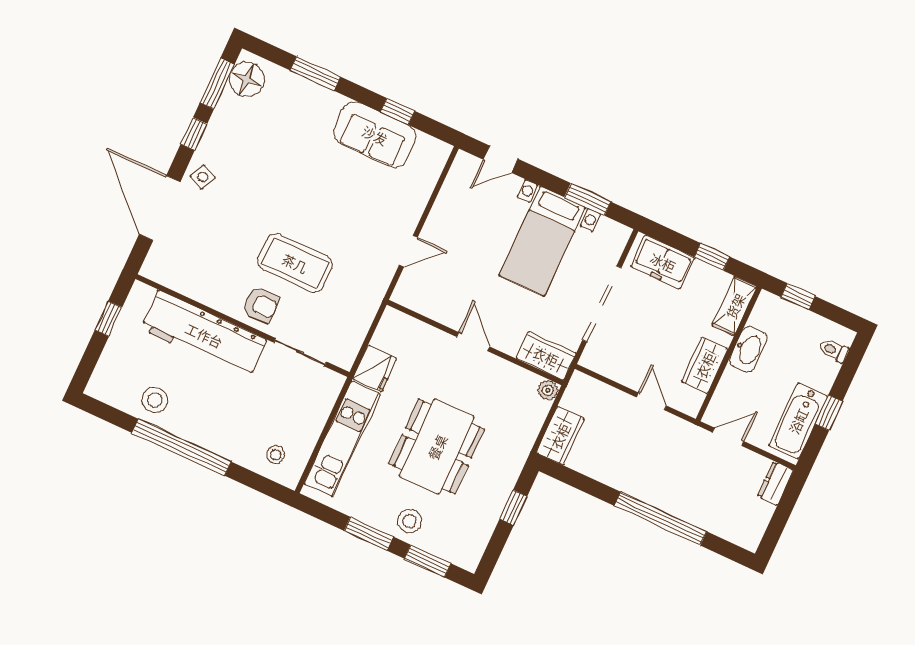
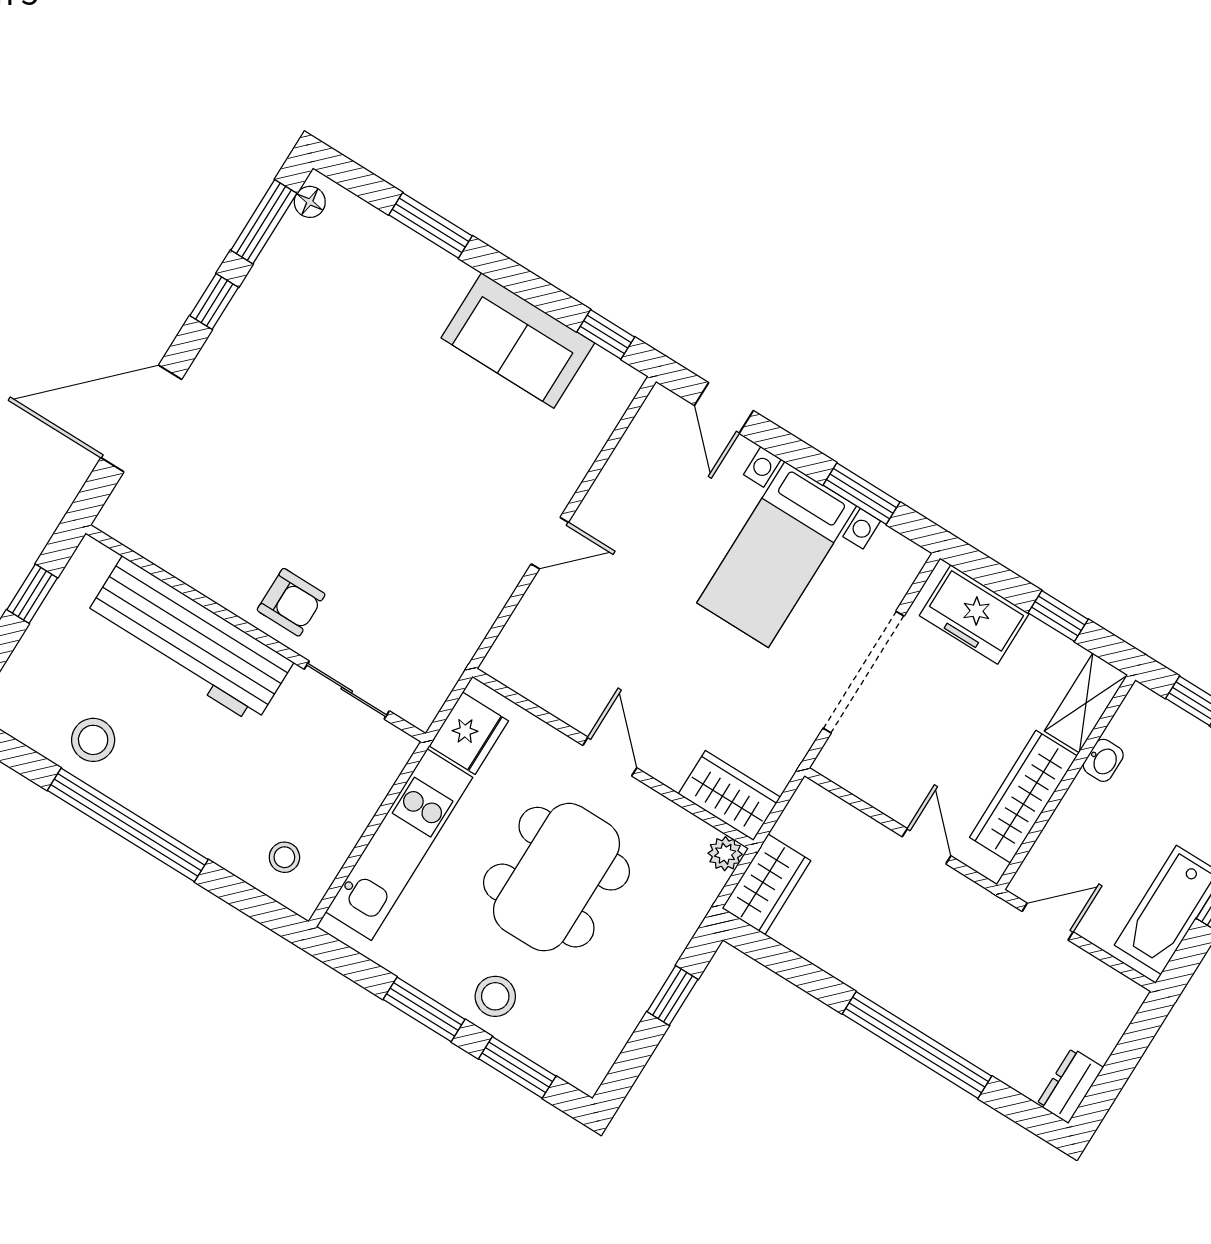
floor lamp: (247, 79) -> (310, 202), width x0.53, depth x0.53
window: (397, 112) -> (606, 334), moved
door: (501, 159) -> (724, 408), hinge flipped
side table: (203, 177) -> (220, 376), removed
door: (160, 208) -> (141, 419), hinge flipped
coffee table: (295, 263) -> (357, 539), removed
door: (473, 342) -> (610, 757), moved
wall: (475, 343) -> (613, 758), moved
washbasin: (748, 349) -> (1103, 760), width x0.52, depth x0.69
wardrobe: (546, 356) -> (729, 796), moved
wardrobe: (705, 365) -> (1023, 797), width x1.50
plant: (548, 390) -> (725, 854), moved
dresser: (775, 483) -> (1070, 1086), moved

